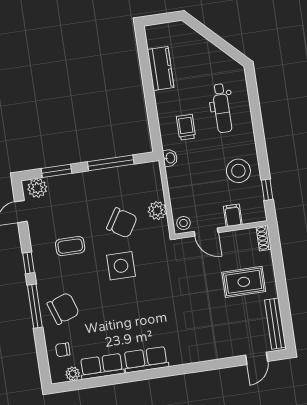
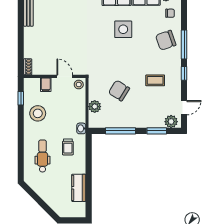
plant: (157, 211) -> (95, 107), moved
side table: (121, 266) -> (123, 29), moved
rug: (244, 282) -> (45, 40), removed

